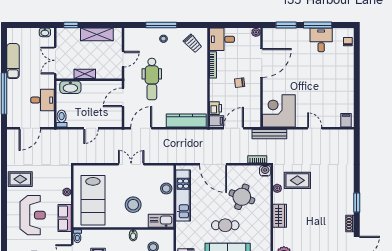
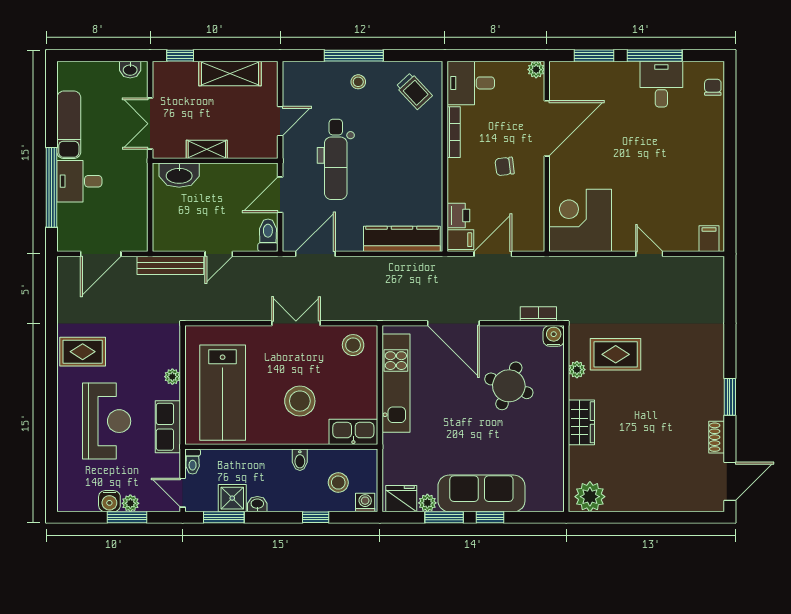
desk: (42, 100) -> (79, 181), moved, turned 180
toilet: (62, 119) -> (268, 235), moved
bench: (269, 134) -> (170, 265), moved
stool: (166, 189) -> (353, 345), moved
cafe table: (225, 225) -> (477, 441), removed

